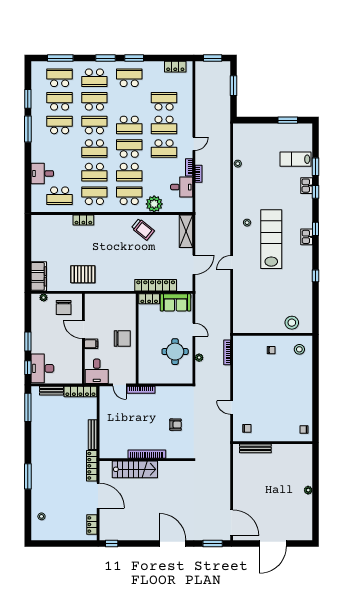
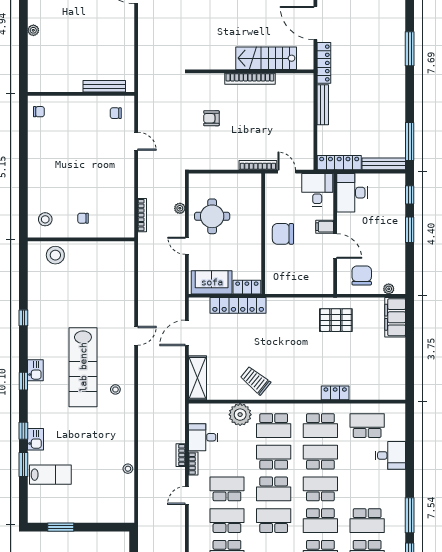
desk: (42, 368) -> (352, 193), moved, turned 180
bench: (51, 391) -> (384, 164), width x1.36

